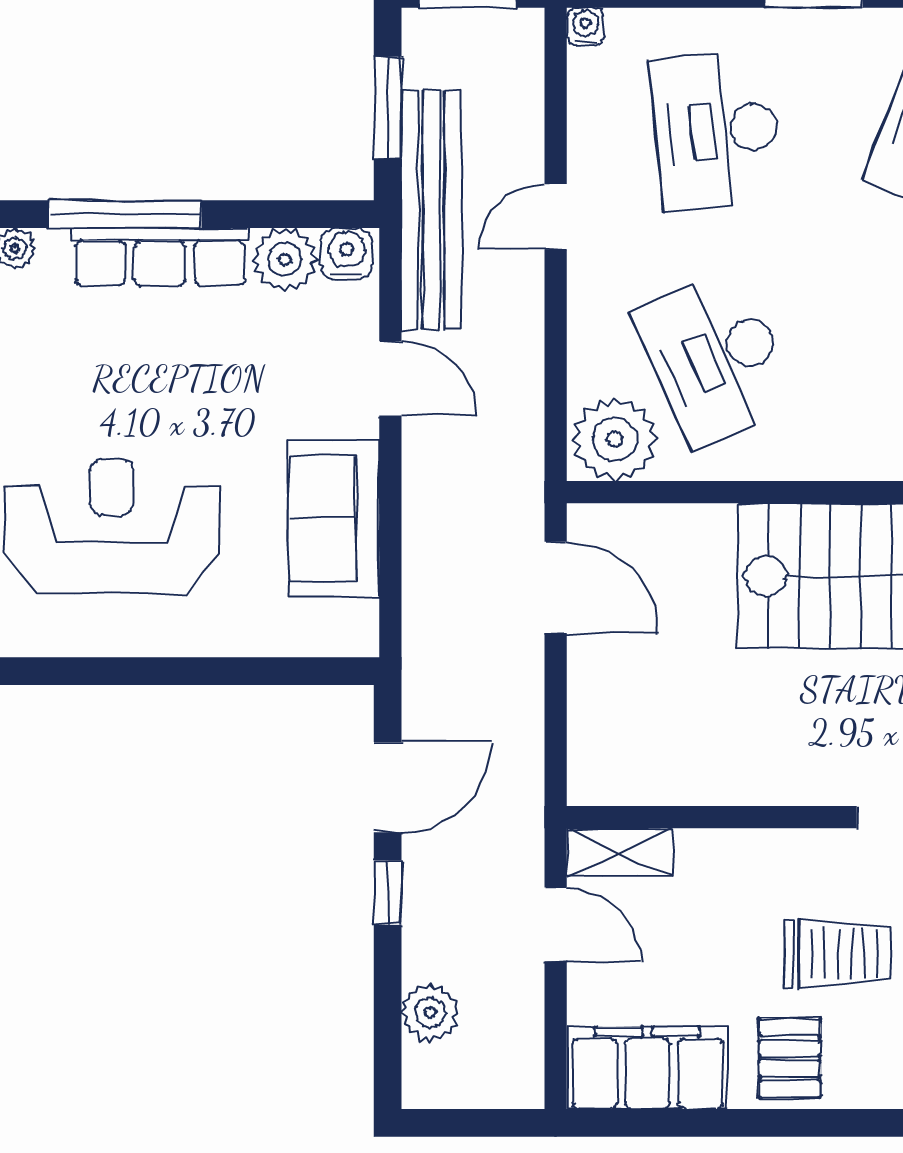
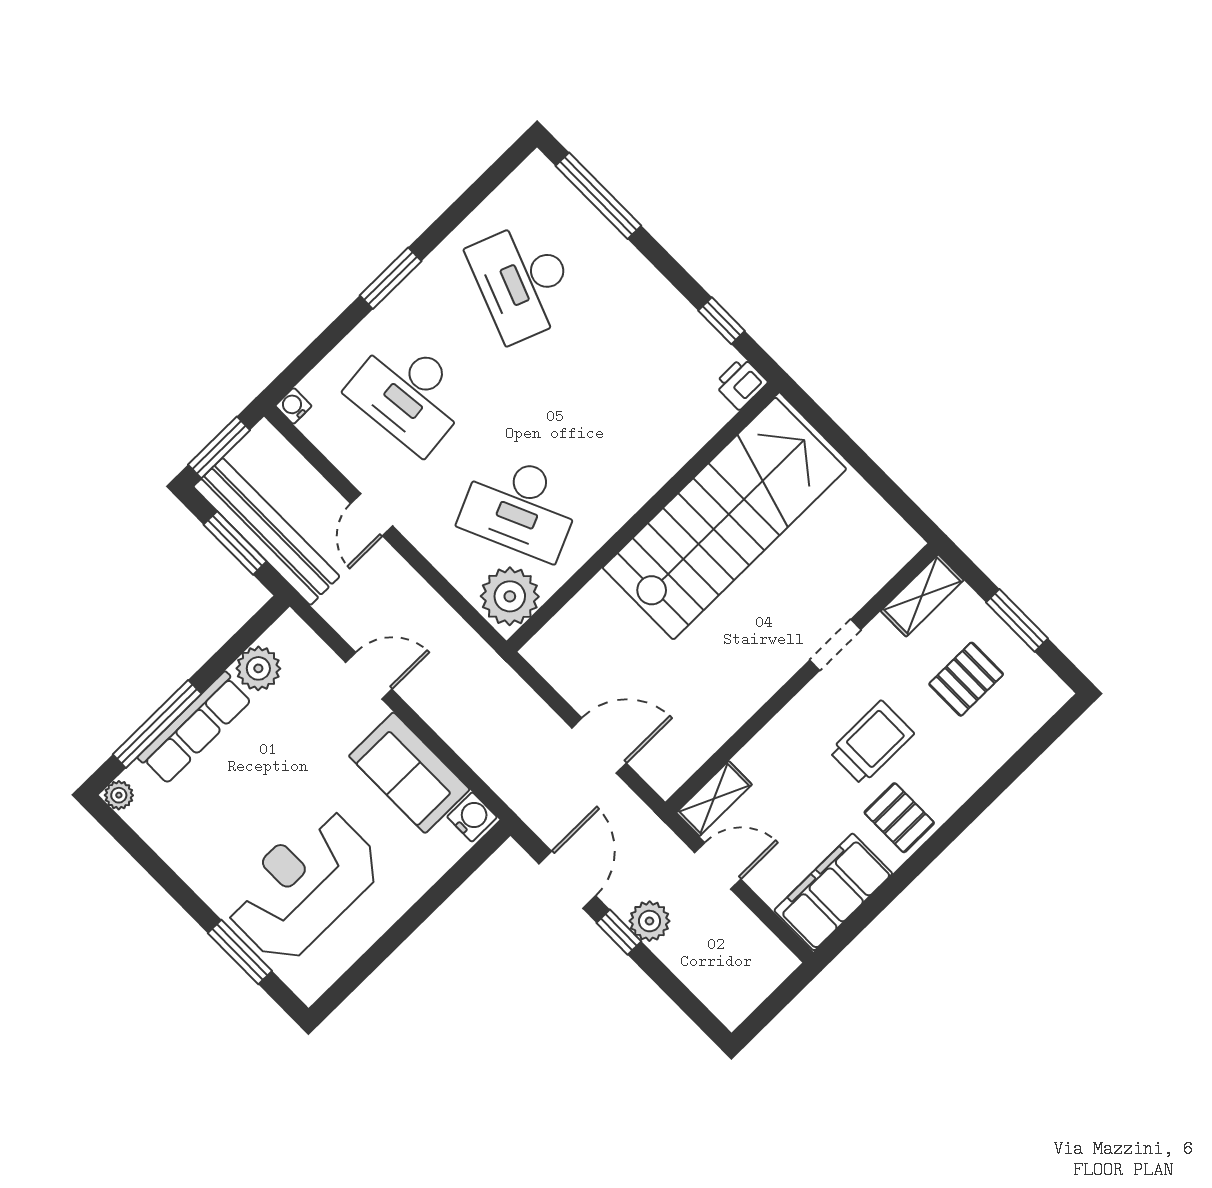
bench: (431, 210) -> (266, 531), moved
water cooler: (347, 254) -> (472, 817), moved, turned 90
door: (556, 587) -> (599, 746), moved
plant: (430, 1013) -> (650, 921), moved

